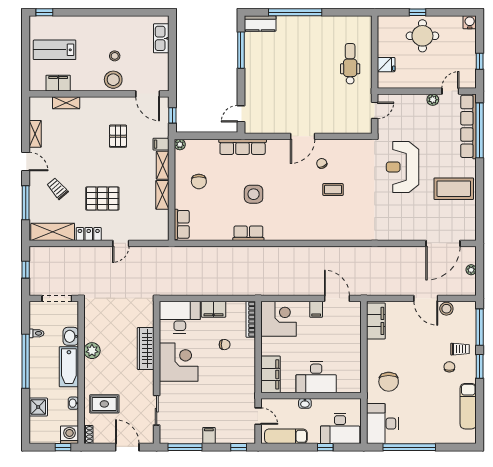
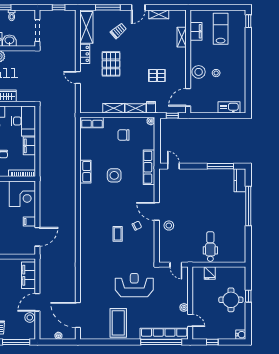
dental chair: (350, 64) -> (210, 247), turned -90
stool: (322, 120) -> (169, 226), added
filing cabinet: (376, 321) -> (29, 275), moved, turned 90

